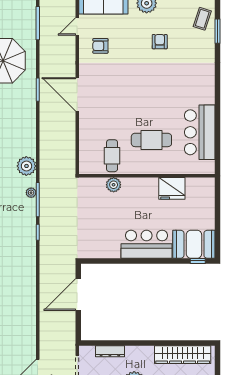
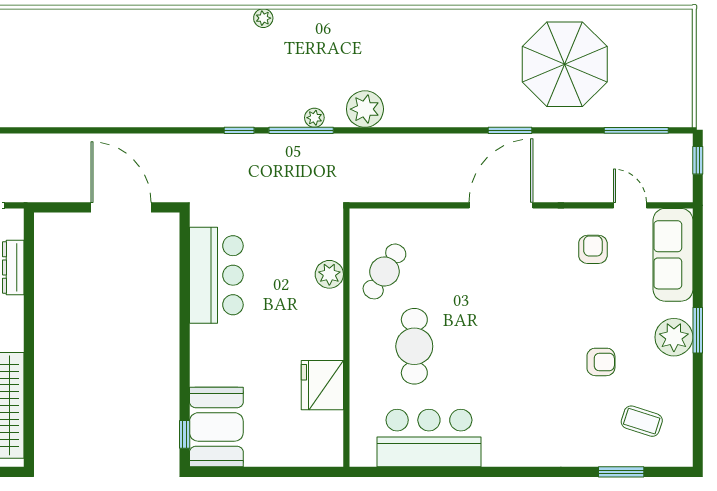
coffee table: (202, 19) -> (642, 421), moved
cafe table: (112, 156) -> (384, 271), turned -58
bar counter: (147, 244) -> (216, 275), moved

